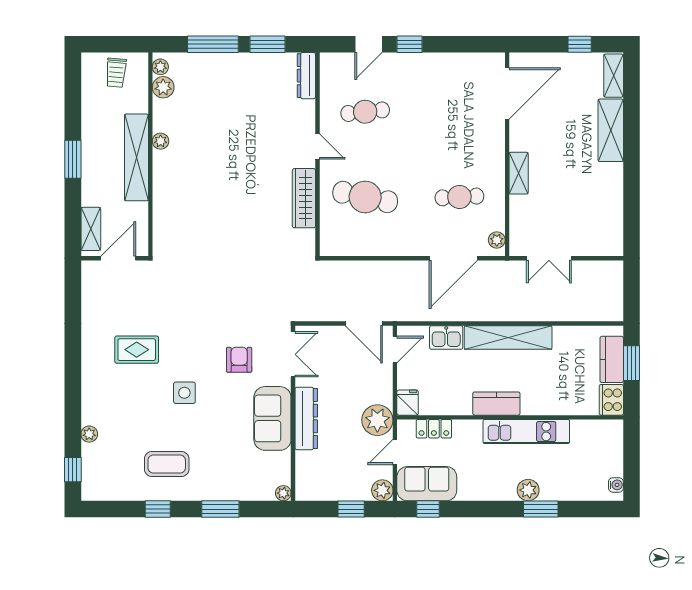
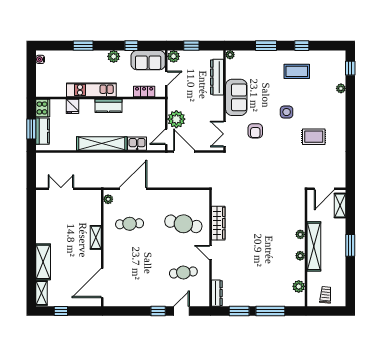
plant: (160, 67) -> (300, 234), moved
double door: (549, 258) -> (61, 189), moved
fridge: (408, 403) -> (72, 106), moved
dresser: (306, 418) -> (217, 77), moved
plant: (377, 420) -> (176, 119), moved
plant: (528, 490) -> (114, 56), moved
window: (428, 509) -> (131, 46), moved

